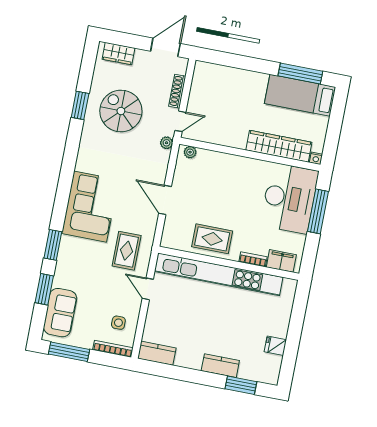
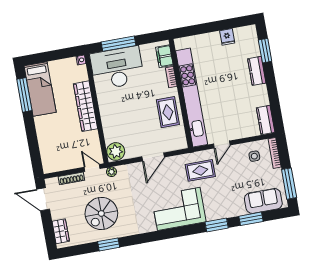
wardrobe: (279, 146) -> (85, 106), moved
plant: (190, 152) -> (116, 151), width x1.88, depth x1.88

